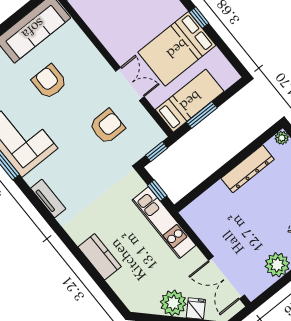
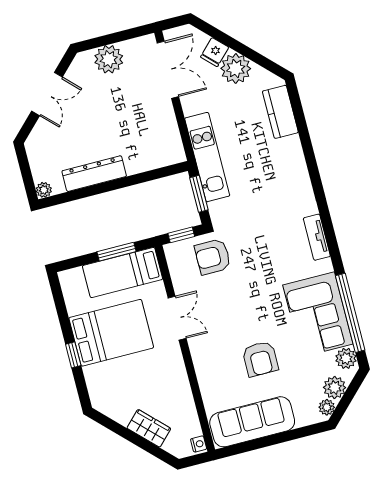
double door: (130, 84) -> (177, 318), swing flipped
armchair: (107, 126) -> (213, 257), moved
window: (157, 191) -> (199, 194), width x1.50
kitchen counter: (100, 257) -> (280, 112), moved

